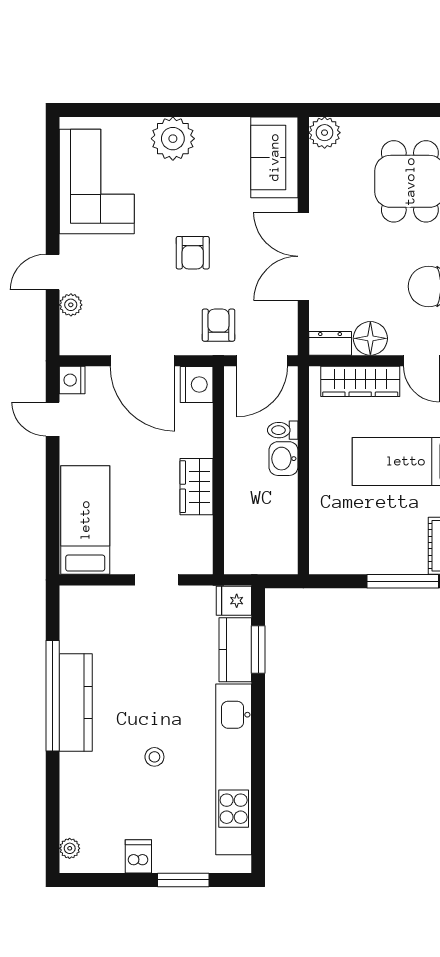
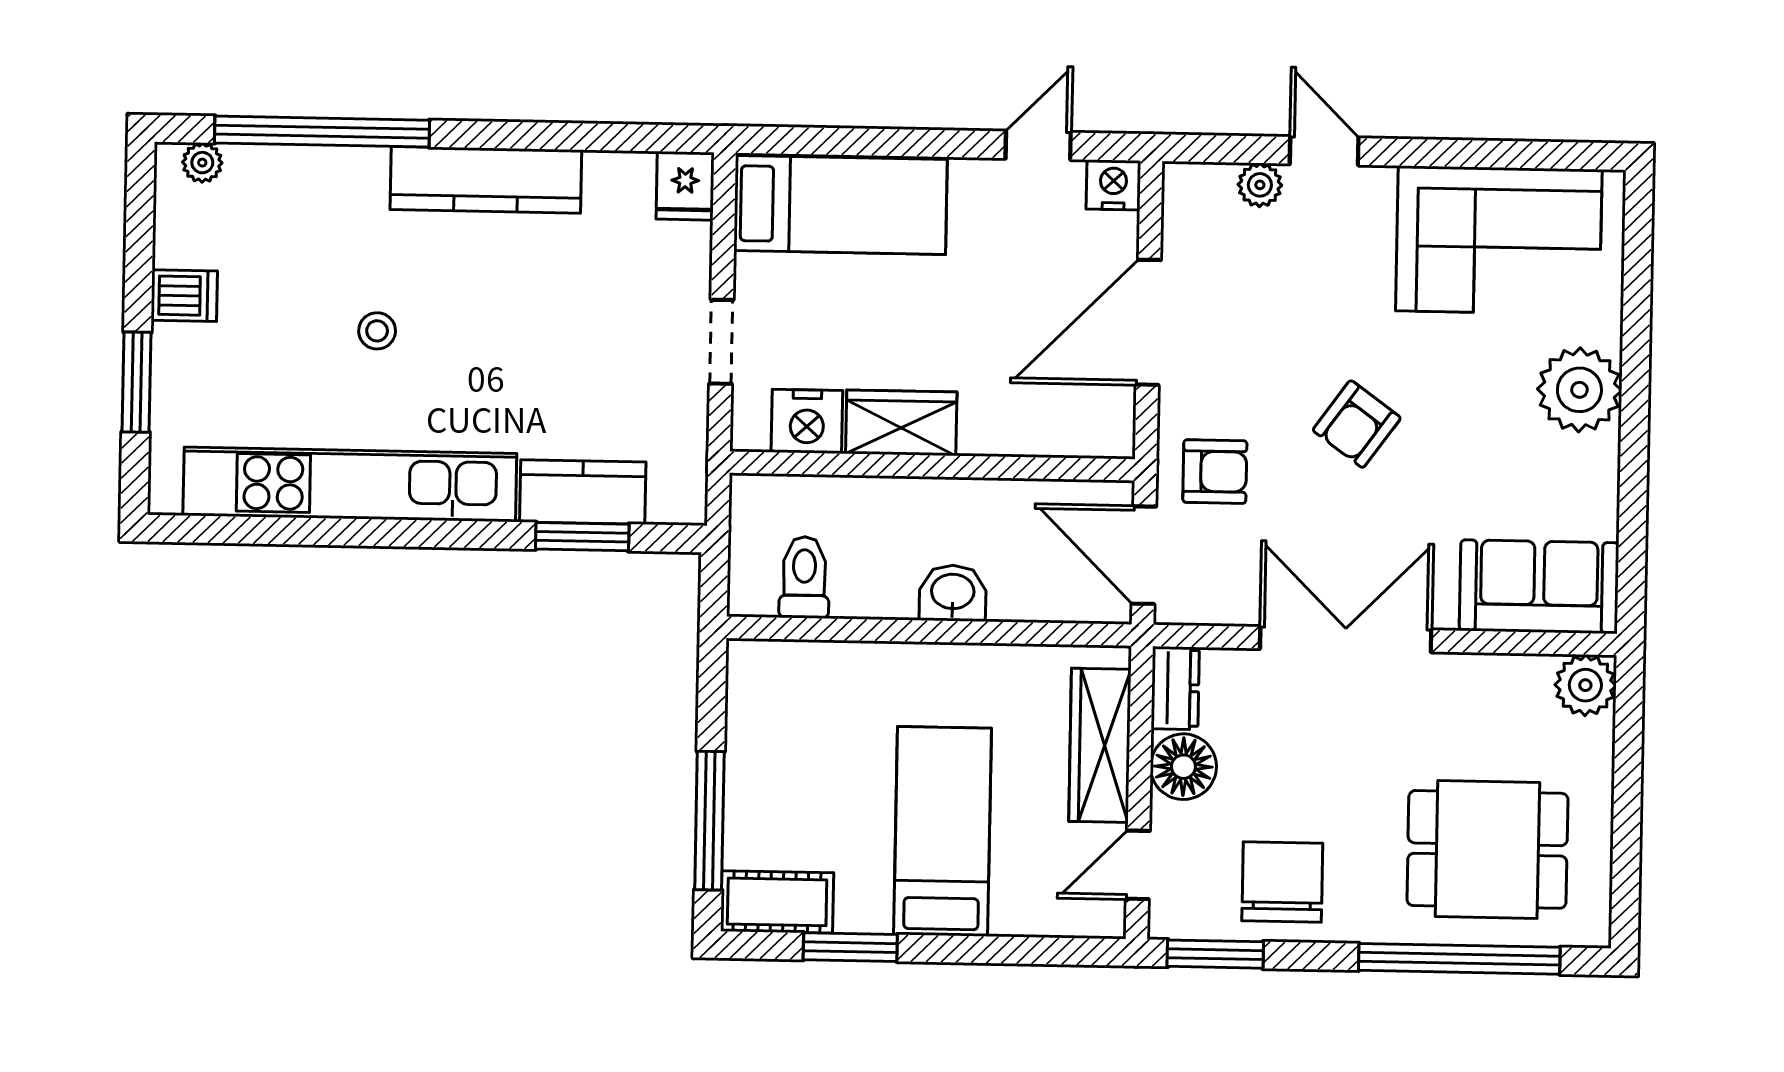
armchair: (193, 253) -> (1357, 424), turned -54
nightstand: (197, 385) -> (807, 421), moved
toilet: (283, 430) -> (804, 577), moved, width x1.37, depth x1.39
fridge: (234, 601) -> (685, 186), moved, turned 180
window: (53, 696) -> (322, 132), moved

